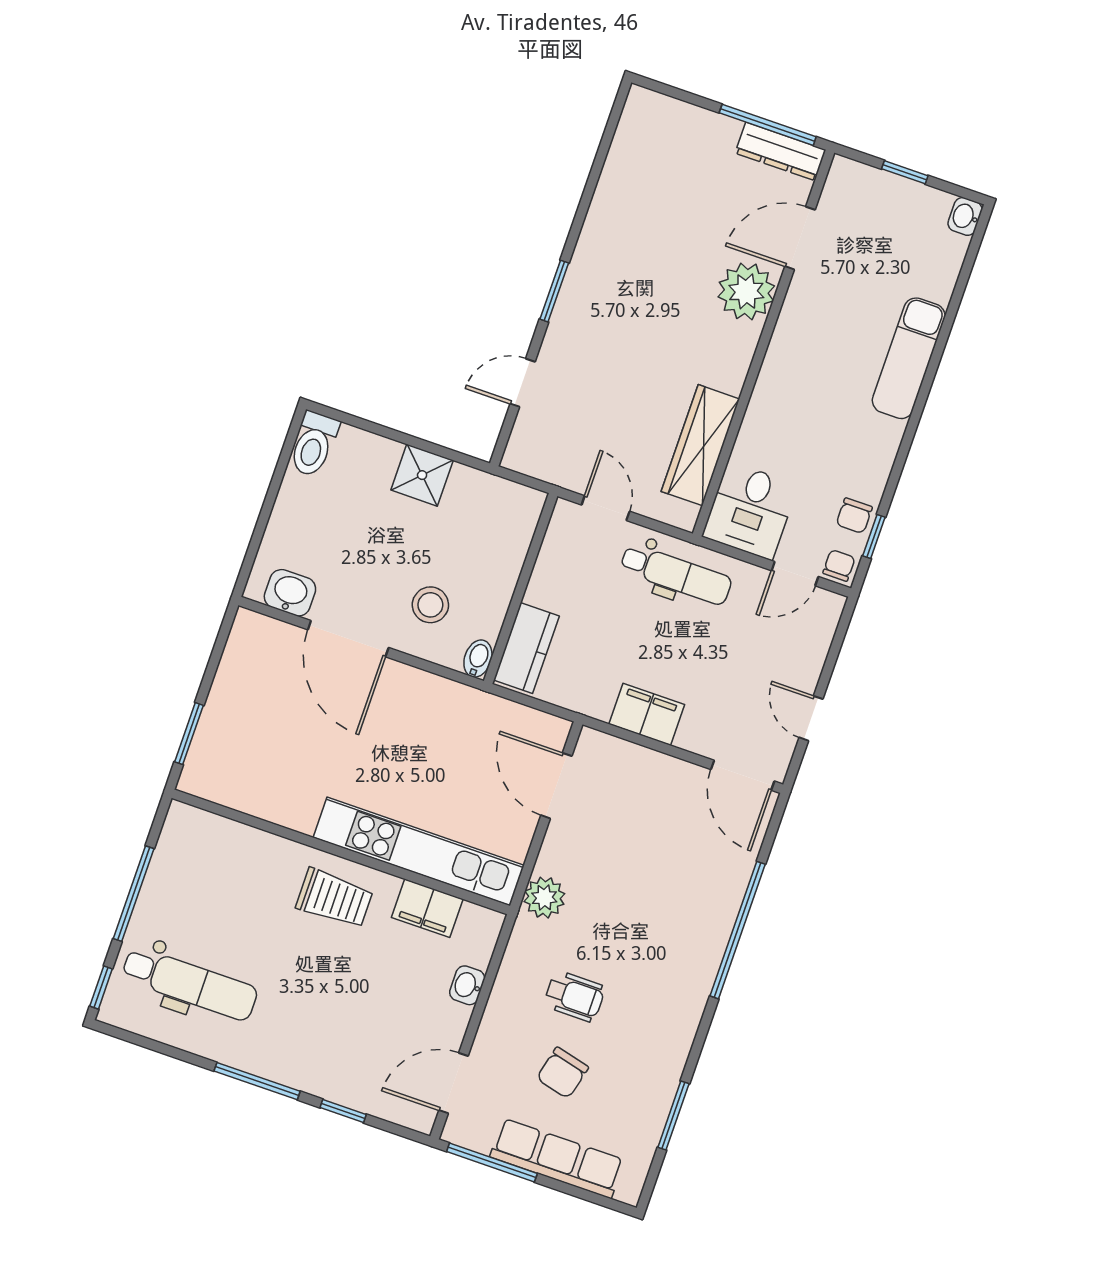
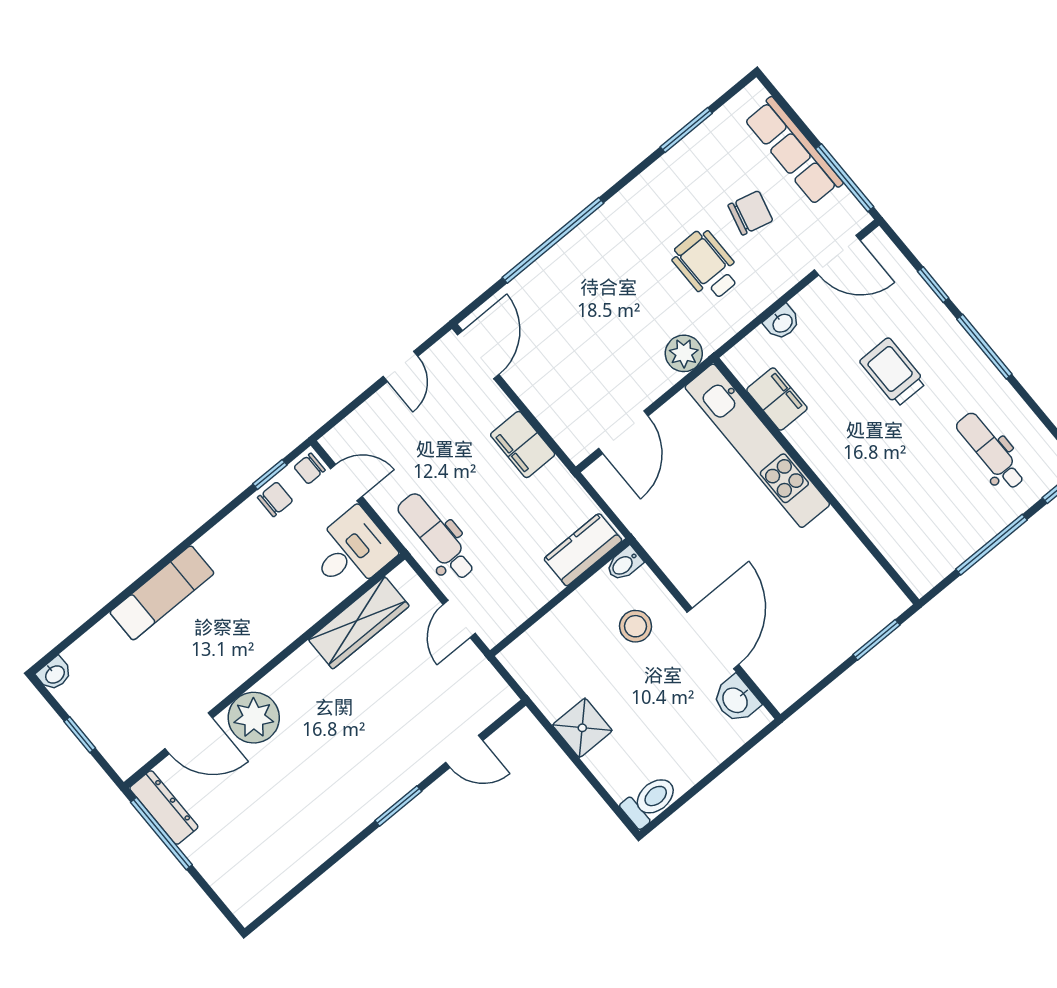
trolley: (334, 898) -> (893, 372), moved
dental chair: (190, 984) -> (990, 451), width x0.73, depth x0.72
wheelchair: (574, 996) -> (706, 265), width x1.36, depth x1.37

